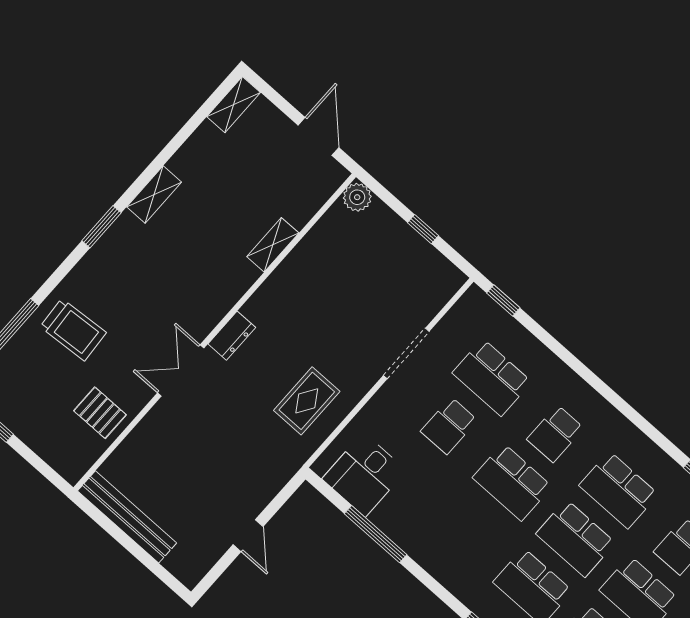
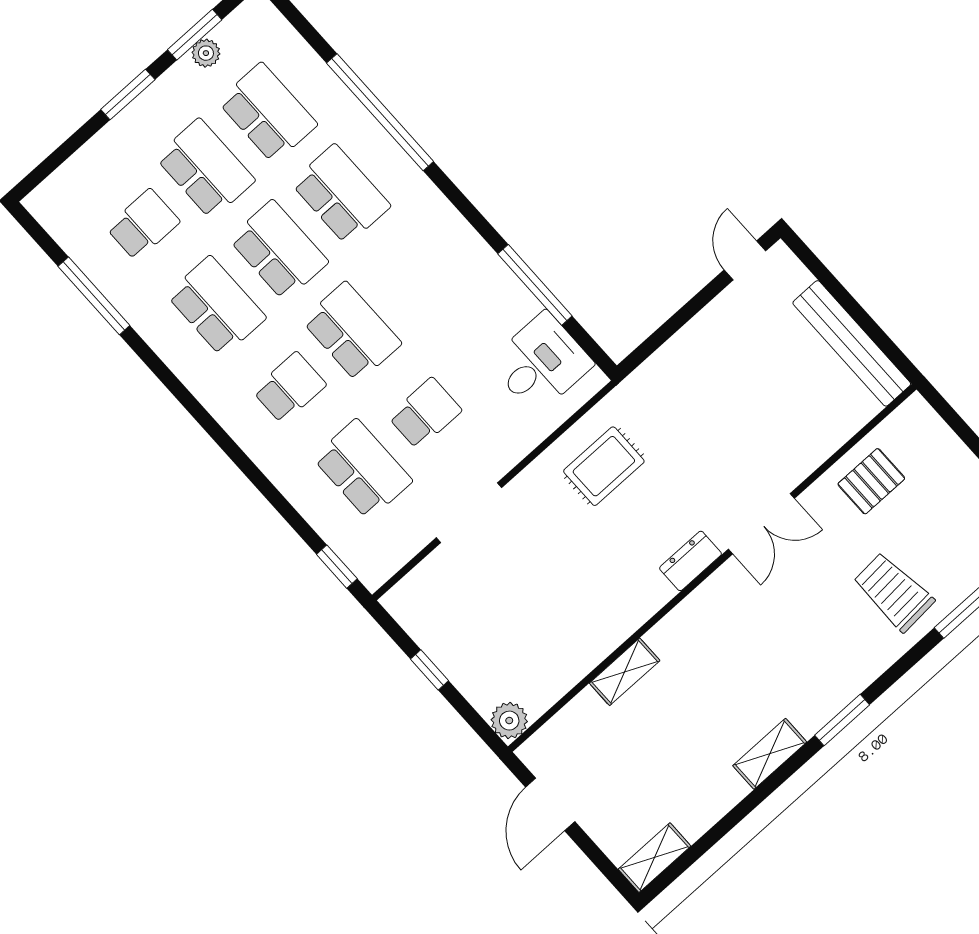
pallet: (100, 413) -> (871, 481), turned 90
door: (248, 536) -> (745, 260), moved

